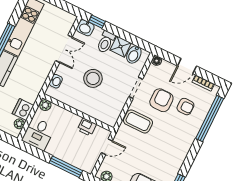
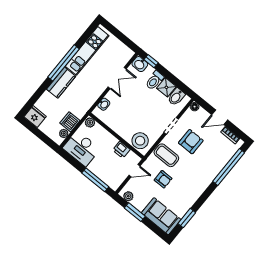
stool: (93, 78) -> (140, 141), moved
armchair: (185, 107) -> (163, 179), moved
desk: (38, 134) -> (81, 148), width x1.37

